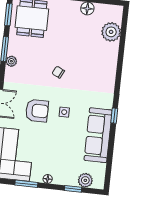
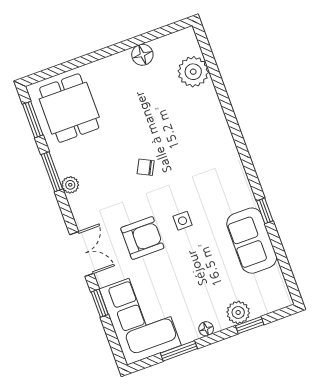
window: (114, 116) -> (265, 211), moved
sofa: (98, 135) -> (252, 241), width x0.73
plant: (85, 180) -> (238, 312), moved

